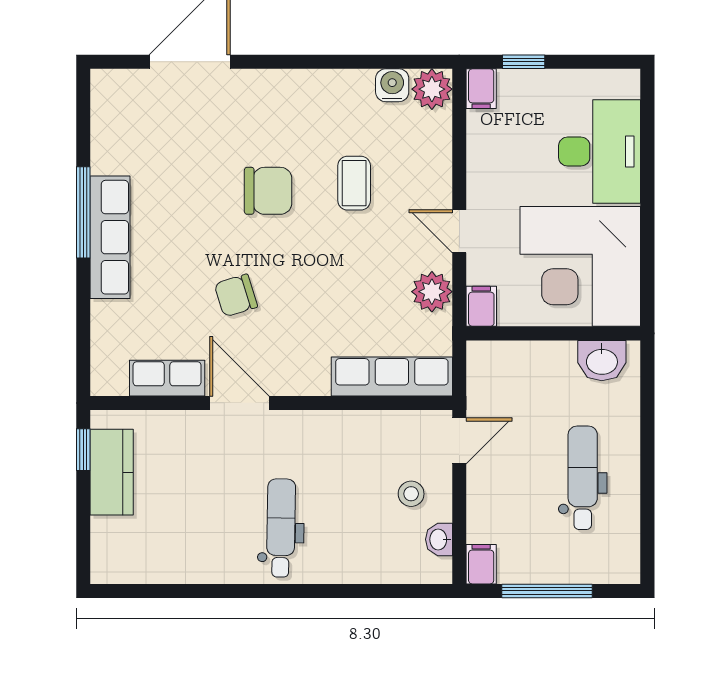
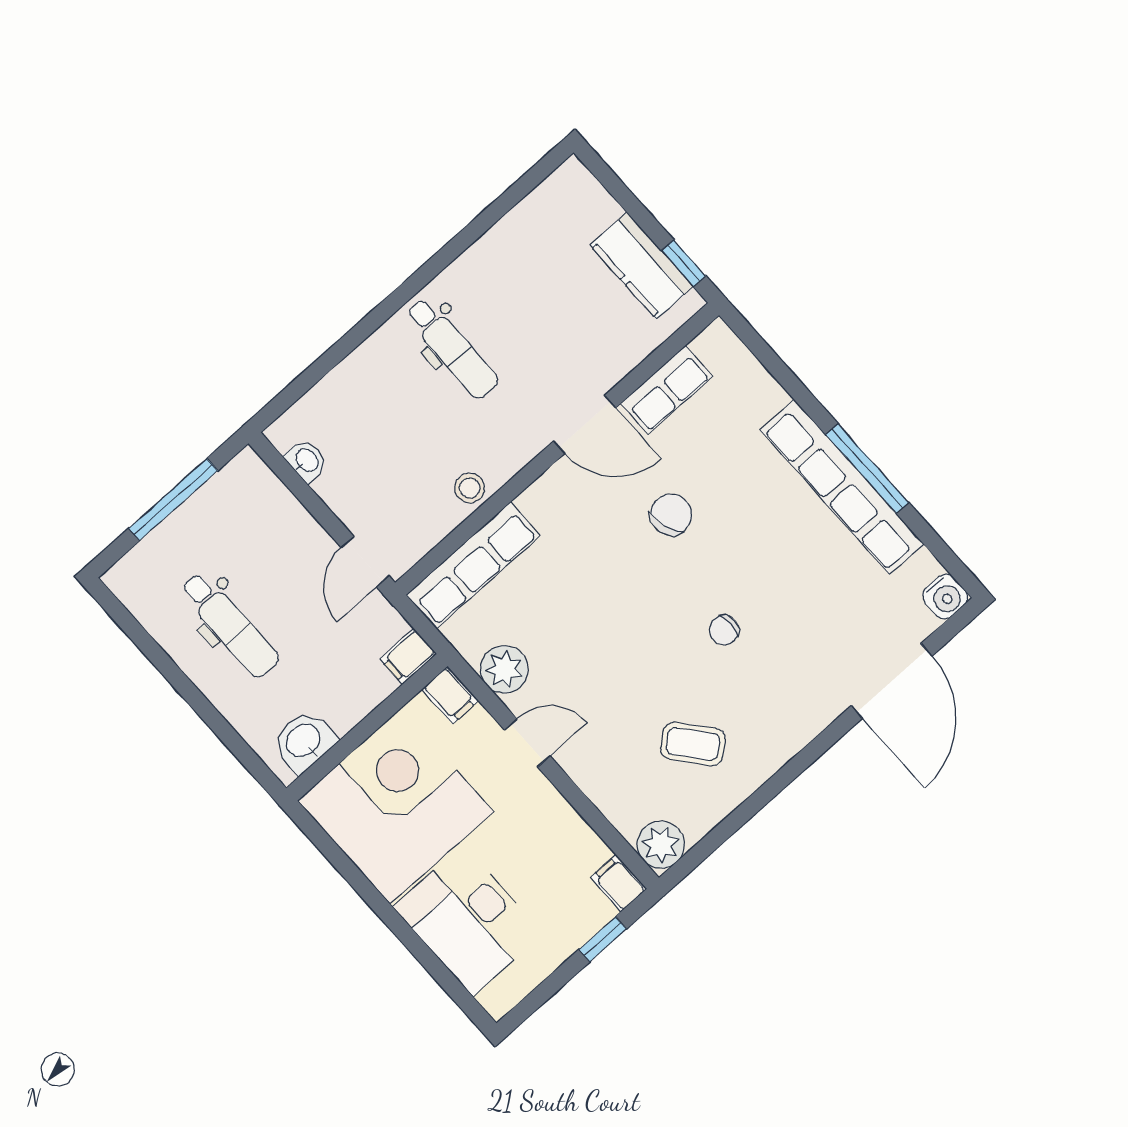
water cooler: (392, 85) -> (945, 597), moved
coffee table: (354, 183) -> (693, 744), moved, turned -39
chair: (268, 191) -> (724, 630), width x0.54, depth x0.54
row of seats: (110, 237) -> (842, 487), width x1.36
stool: (411, 494) -> (470, 488), moved
filing cabinet: (481, 564) -> (408, 656), moved, turned 90

